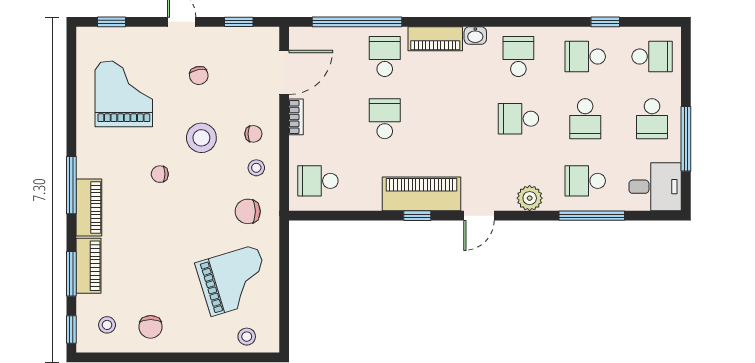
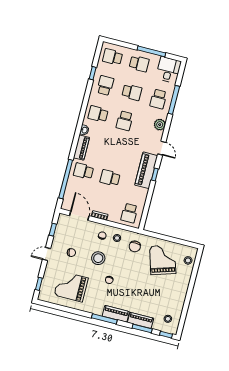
school desk: (585, 57) -> (105, 85), turned 180
school desk: (652, 57) -> (113, 57), turned -90
chair: (151, 327) -> (173, 300), removed

